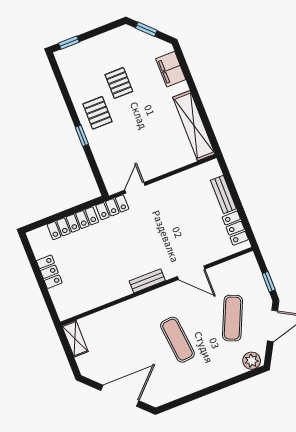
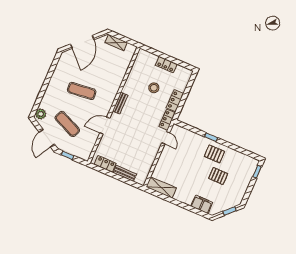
shelving: (194, 126) -> (161, 187), width x0.68
locker: (73, 223) -> (175, 101), width x0.66
stool: (91, 259) -> (154, 88), added
shelving: (75, 339) -> (116, 43), moved

